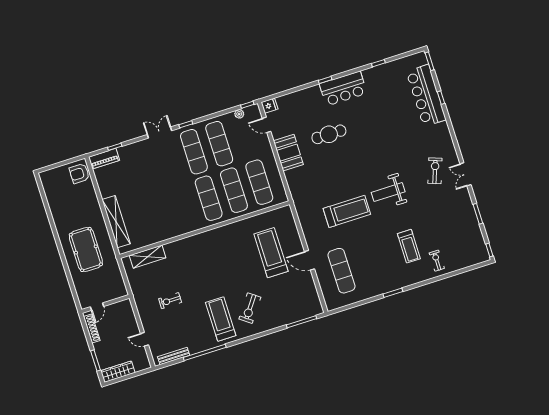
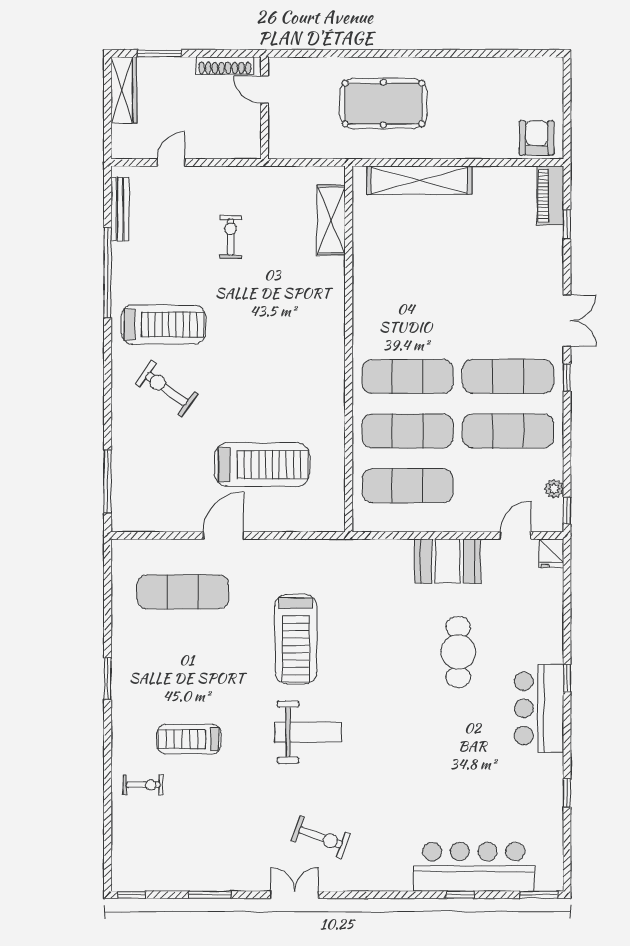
weight bench: (388, 192) -> (308, 732), turned 90

